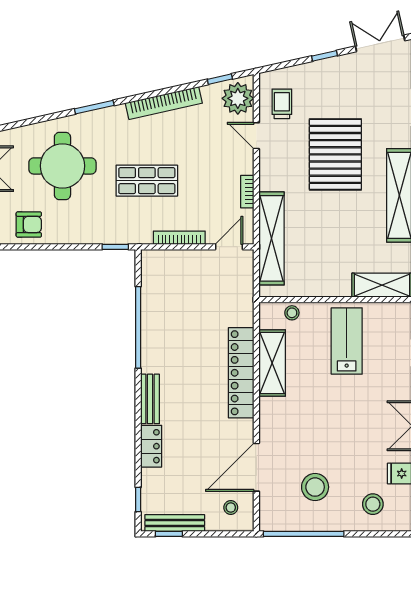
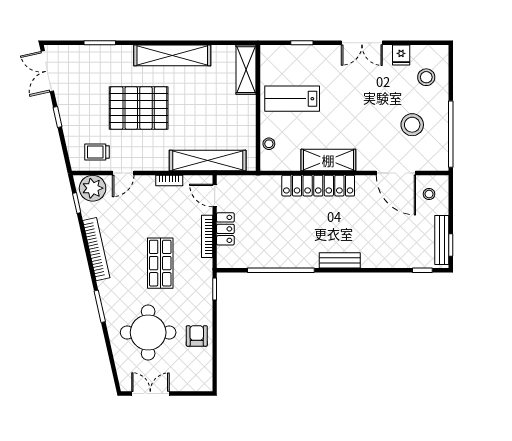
armchair: (29, 224) -> (197, 336), moved
shelving: (272, 363) -> (328, 160), moved
locker: (151, 446) -> (225, 229), moved, turned 90

